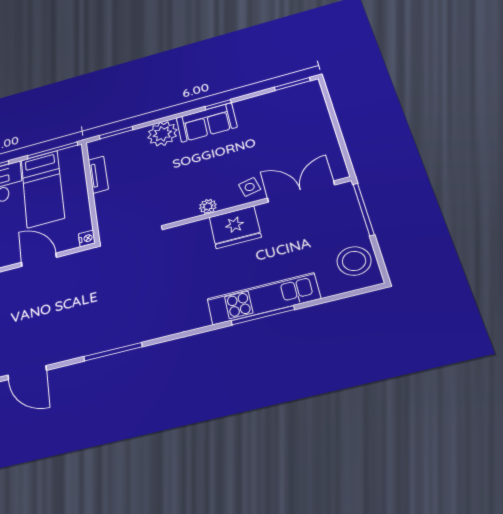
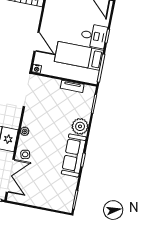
sofa: (207, 122) -> (74, 155), width x1.36
door: (39, 260) -> (37, 42), hinge flipped

